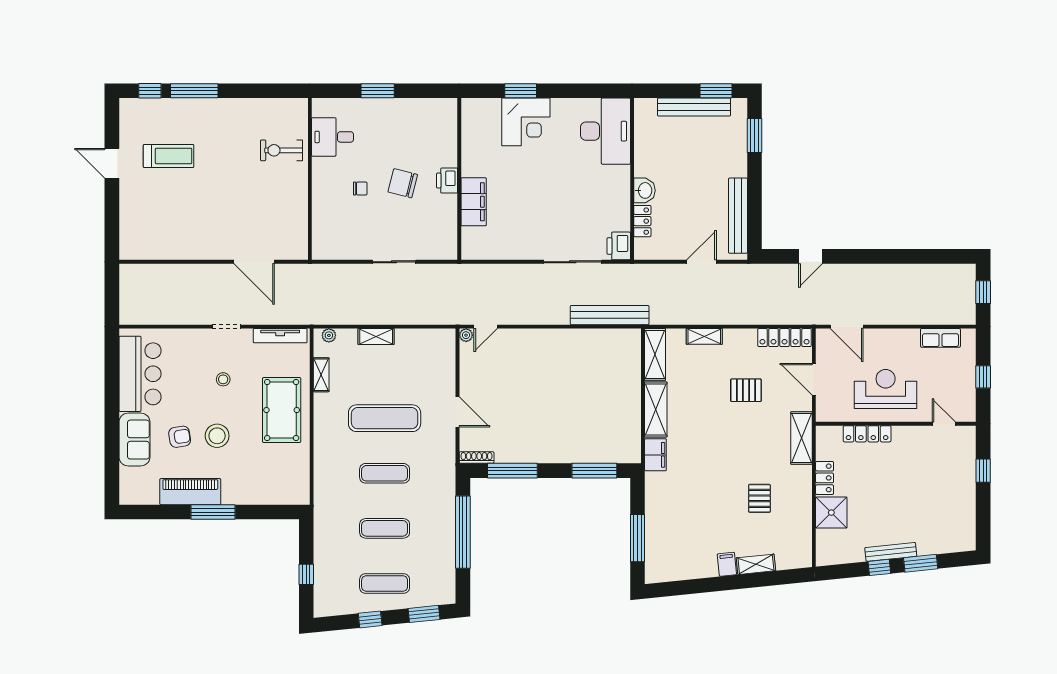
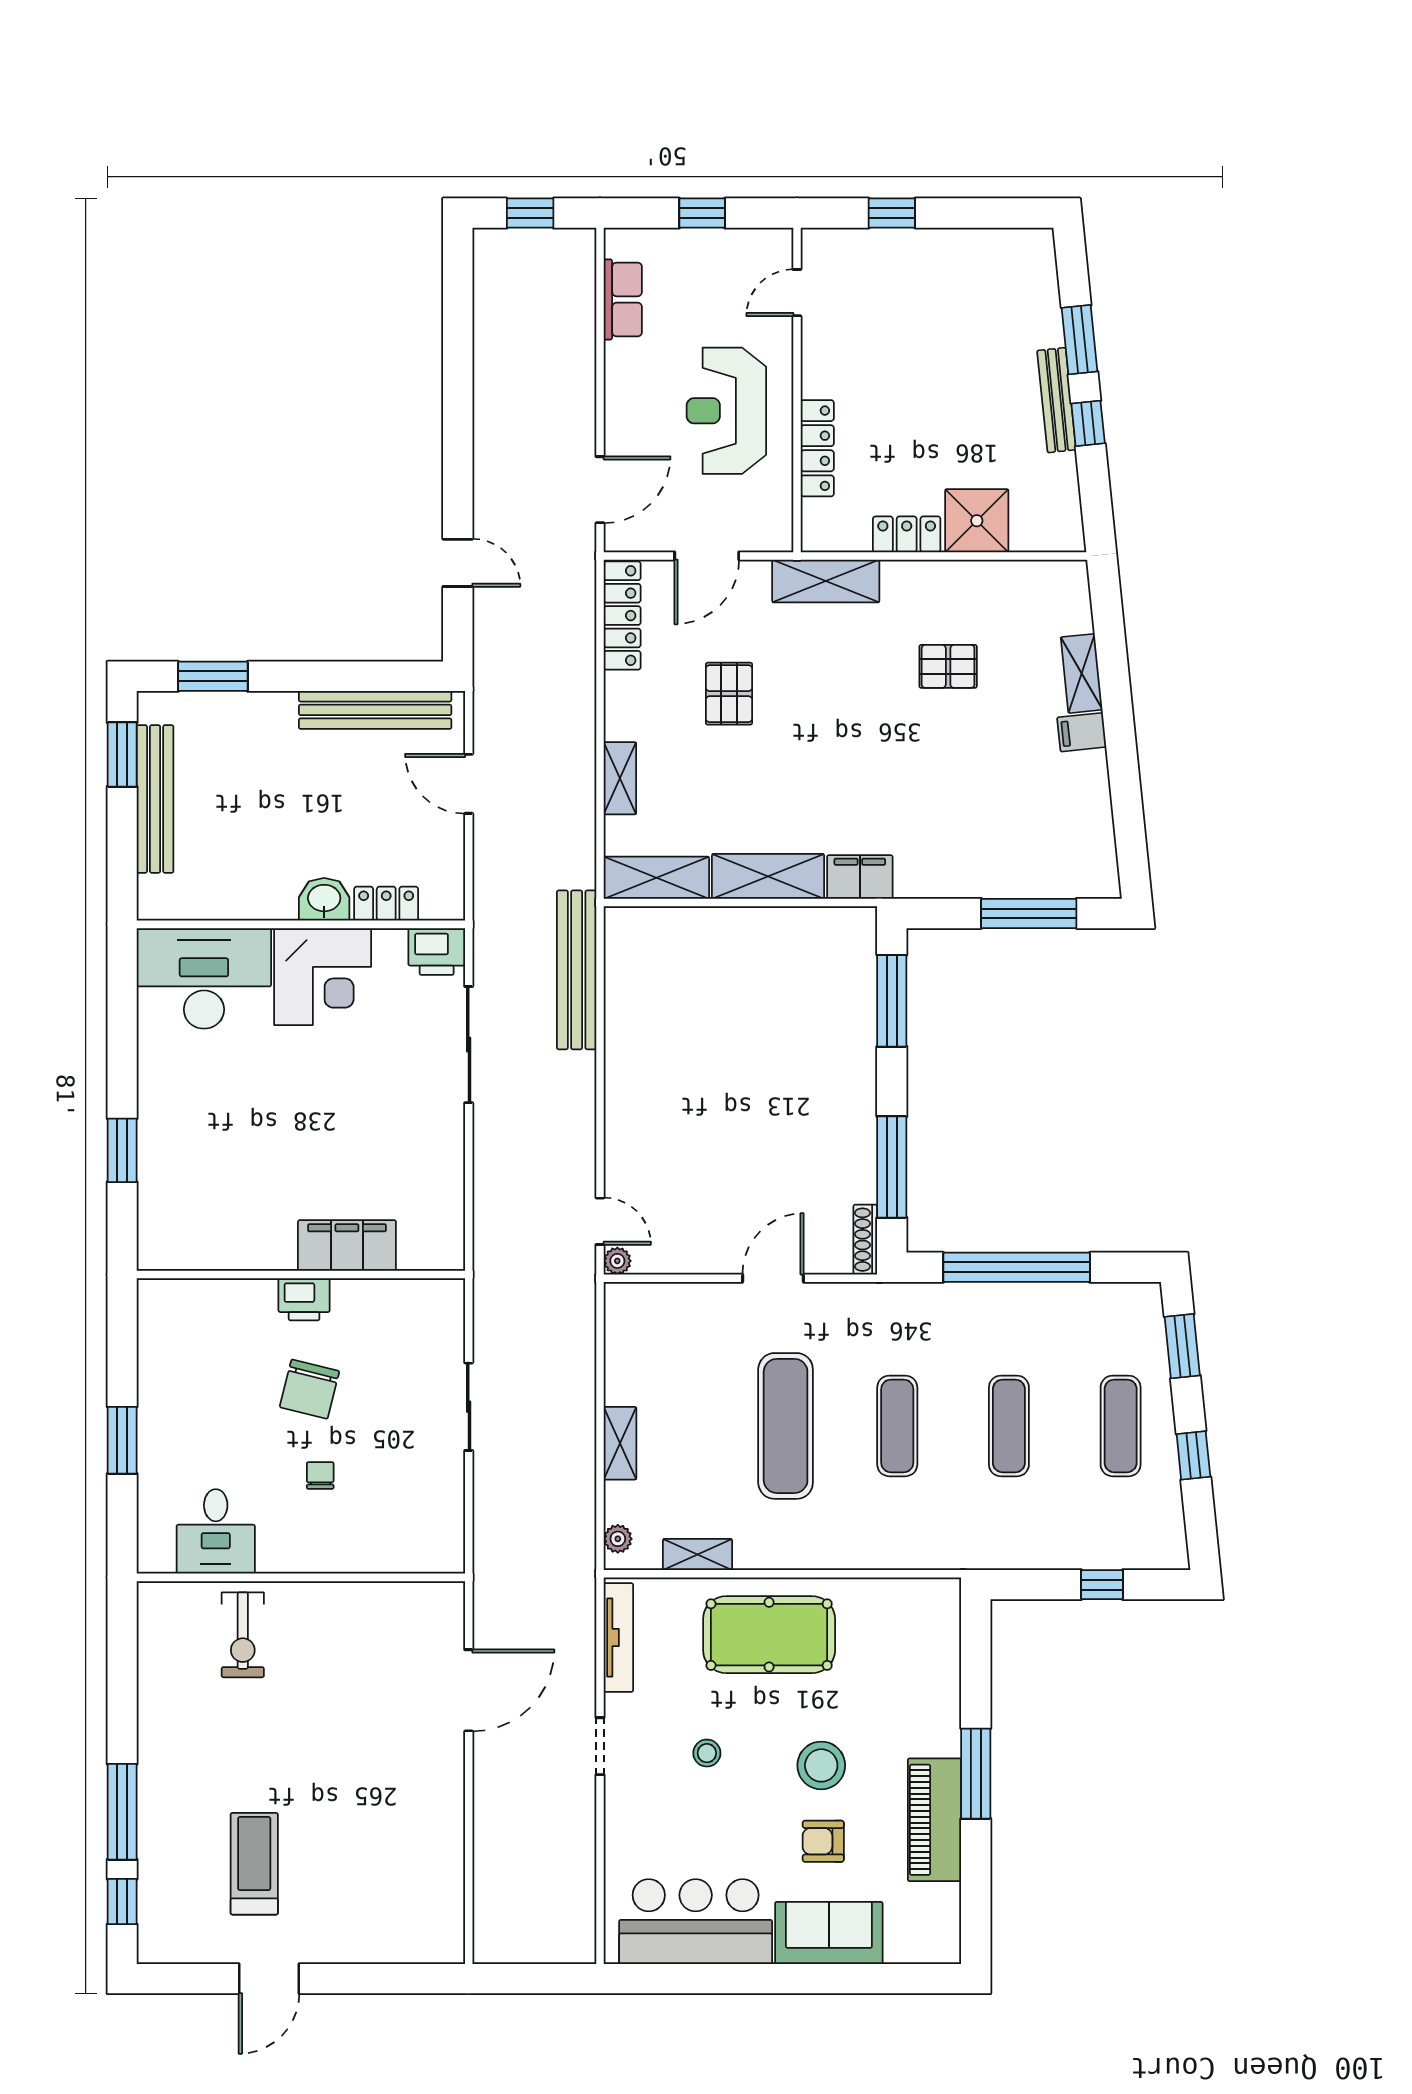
corner desk: (526, 122) -> (323, 977), moved, turned 90
armchair: (180, 437) -> (823, 1841), turned -81

